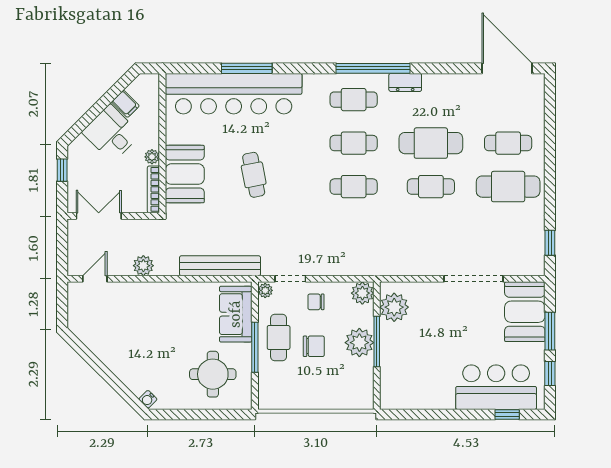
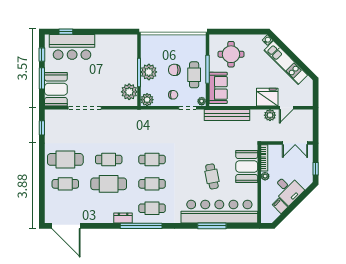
cafe table: (254, 175) -> (212, 176), moved
door: (95, 279) -> (286, 108), moved
fridge: (148, 298) -> (267, 97), added
kitchen unit: (115, 359) -> (286, 63), added

